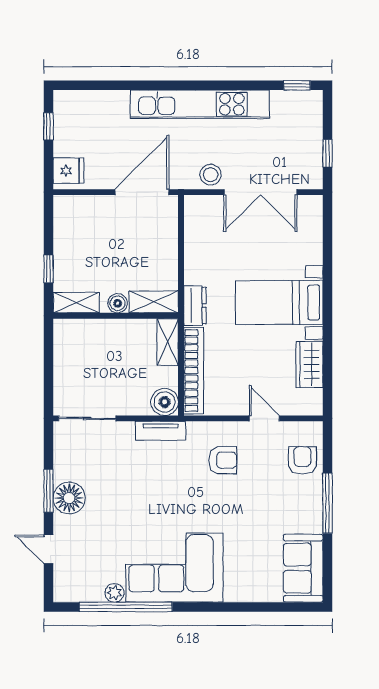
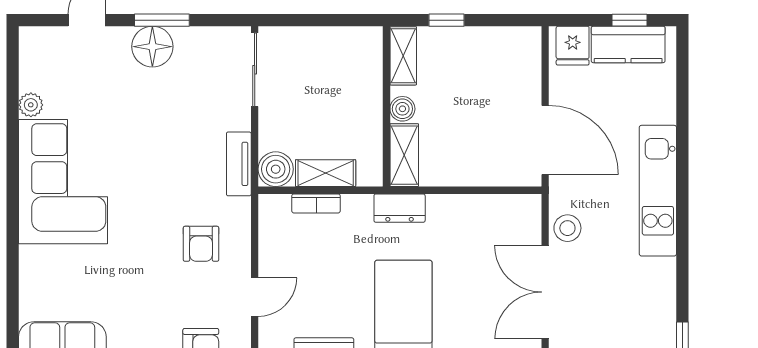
kitchen unit: (200, 104) -> (658, 191), width x0.73
kitchen counter: (67, 127) -> (628, 44), added
shelving: (168, 342) -> (326, 173), moved
bookcase: (194, 371) -> (316, 203), width x0.43, depth x0.76
window: (126, 607) -> (13, 119), removed

